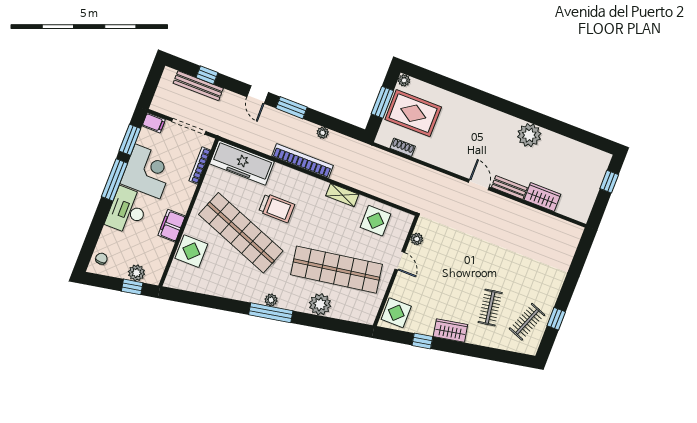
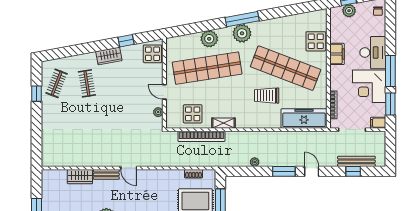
bookcase: (303, 161) -> (201, 136), moved
plant: (271, 300) -> (242, 33), width x1.87, depth x1.87

